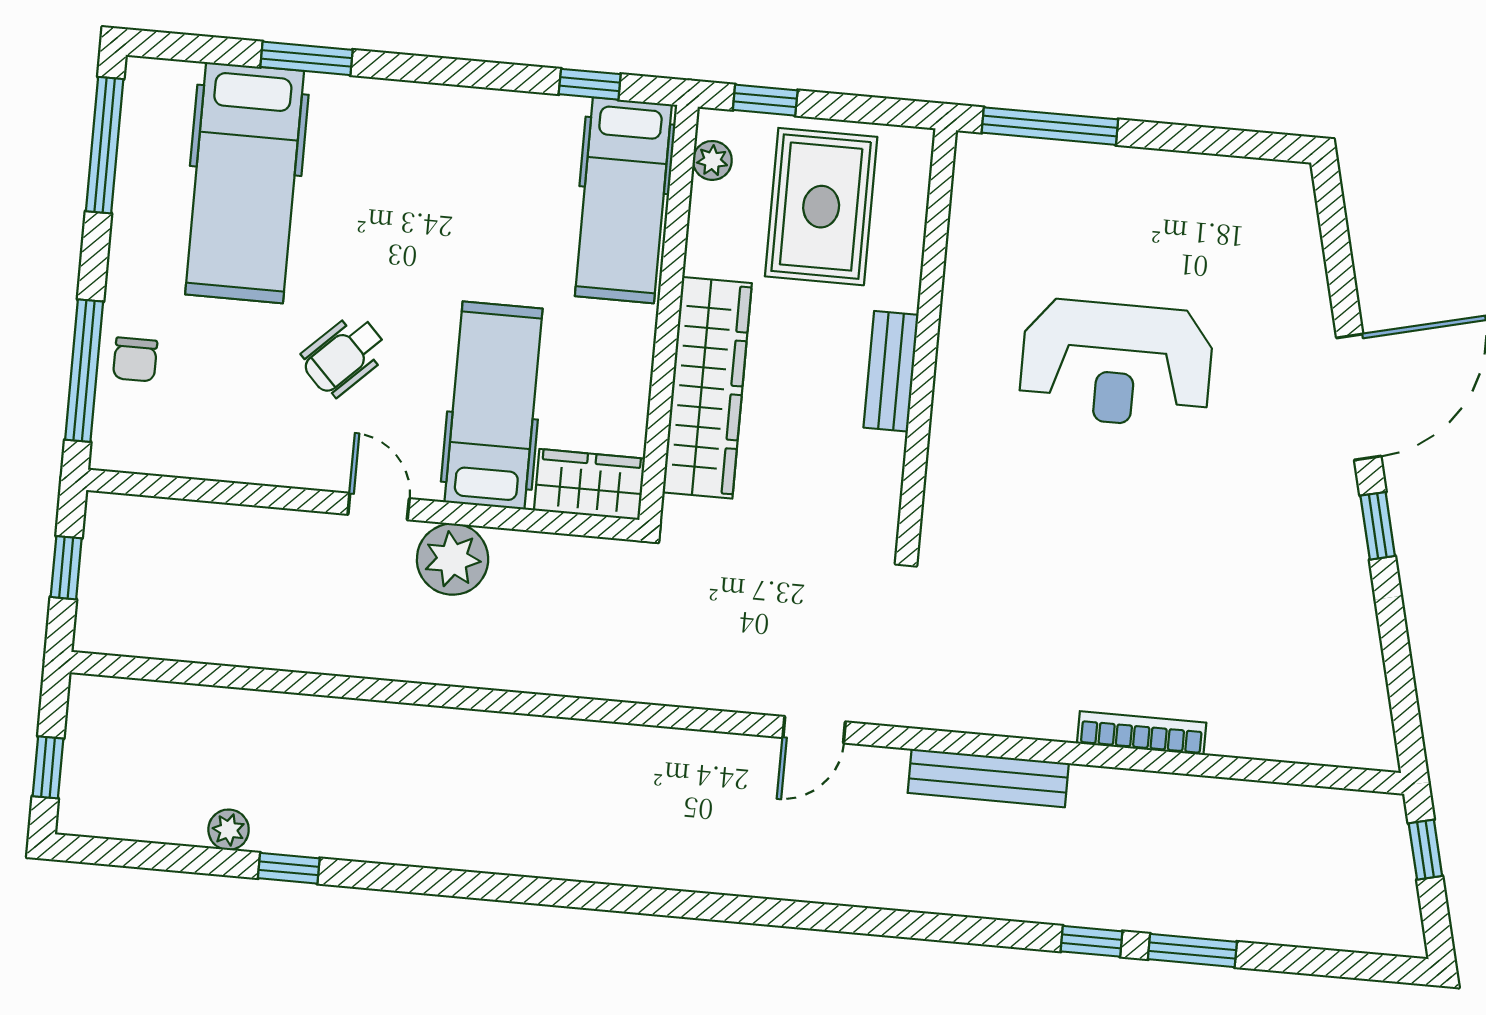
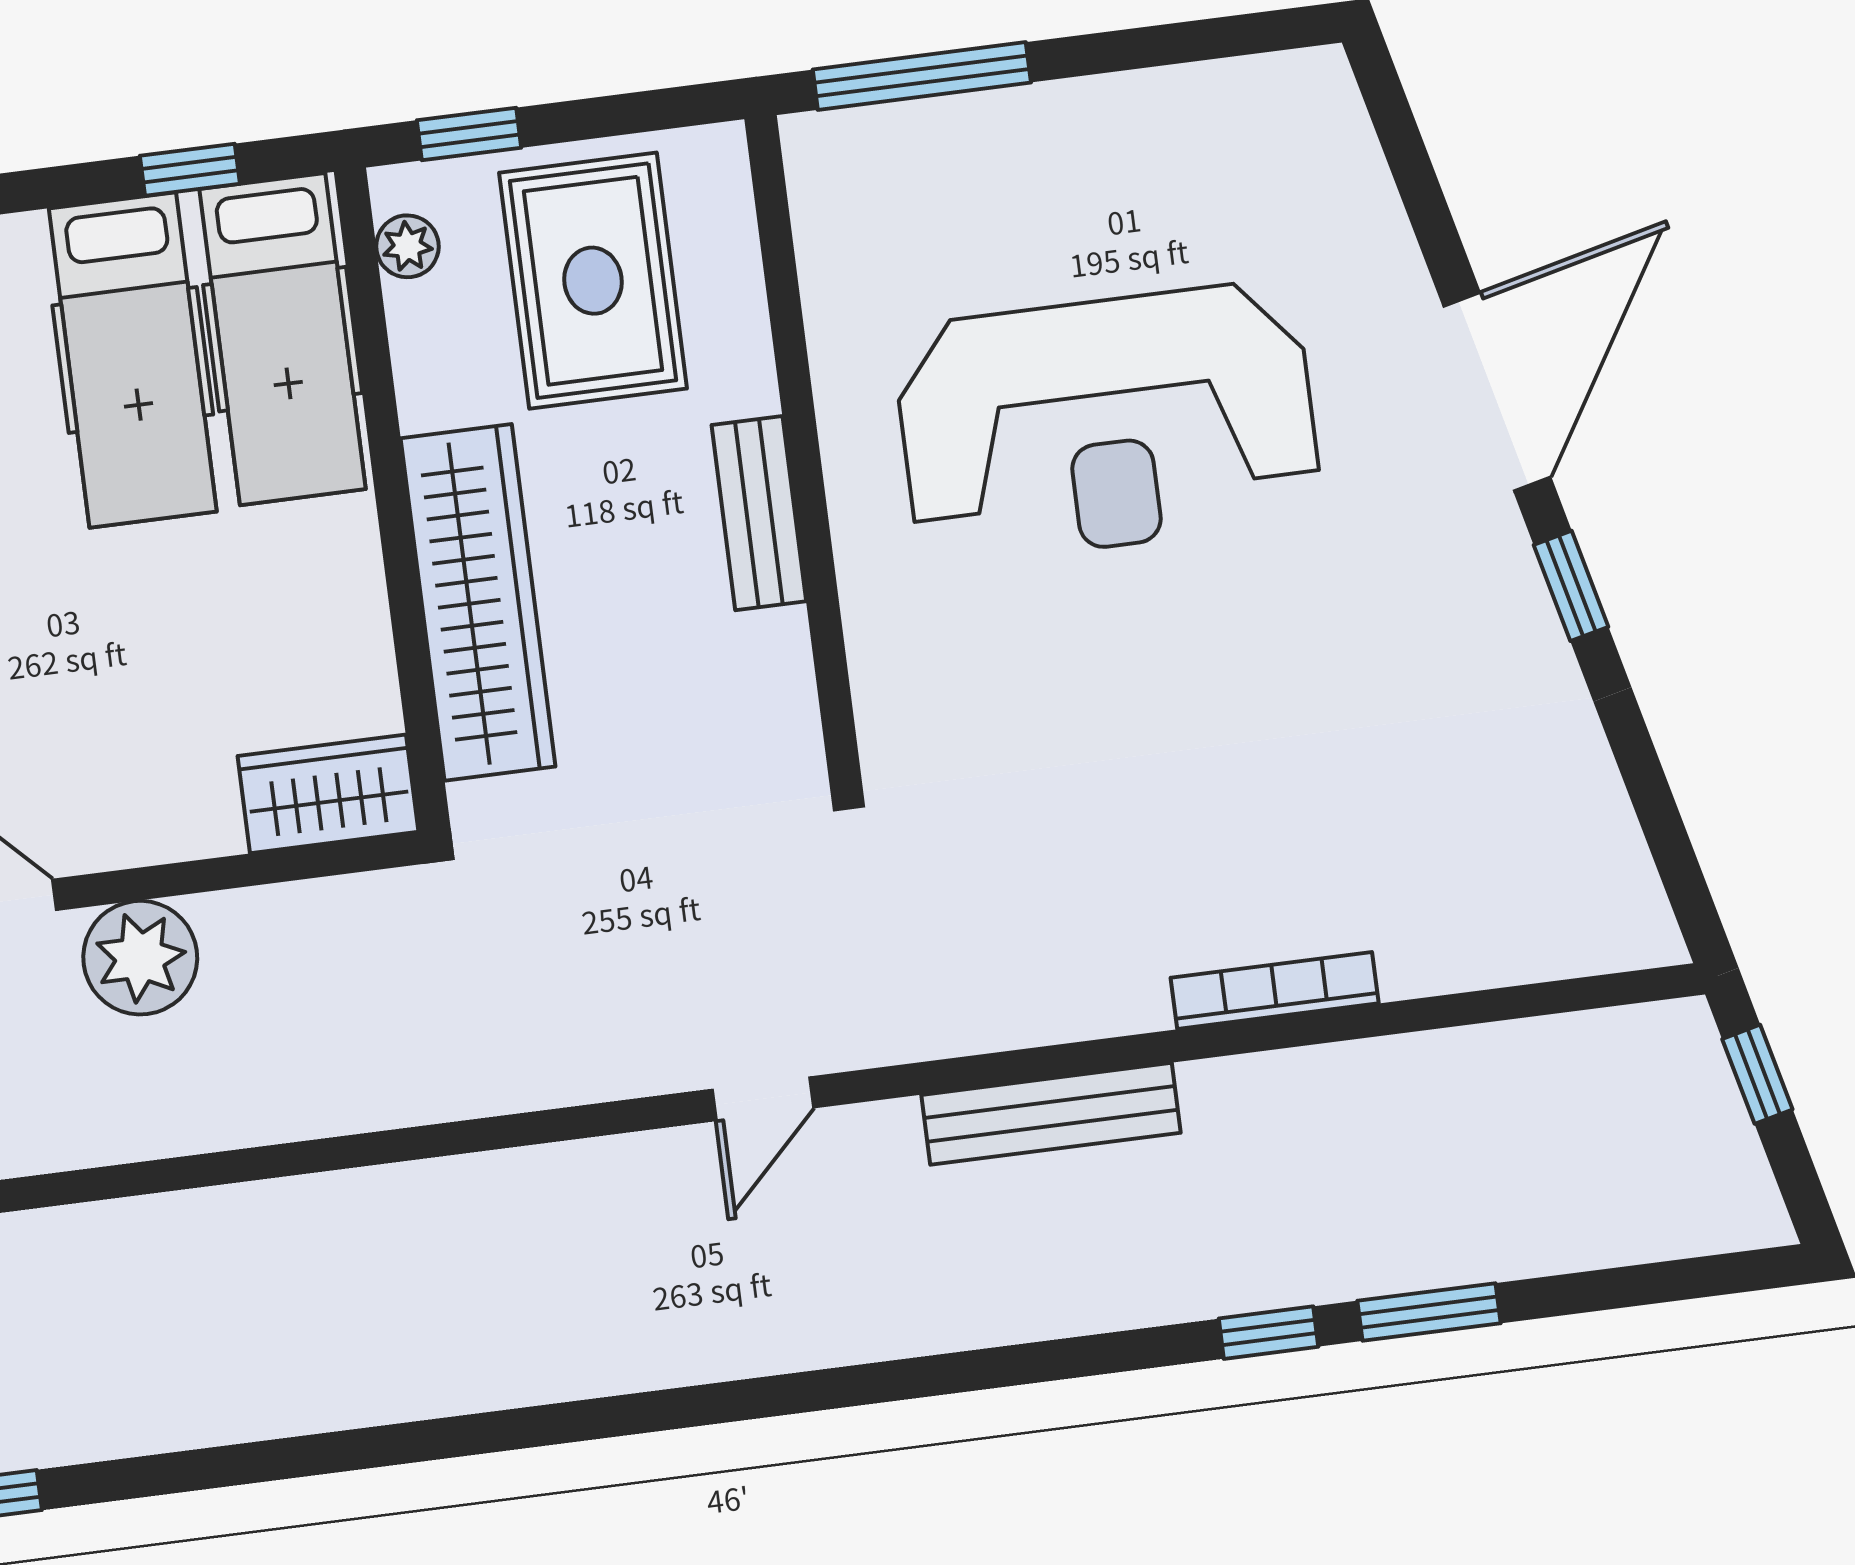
reception desk: (1116, 364) -> (1107, 423), width x1.36, depth x1.30
hospital bed: (493, 405) -> (133, 360), moved, turned 180

